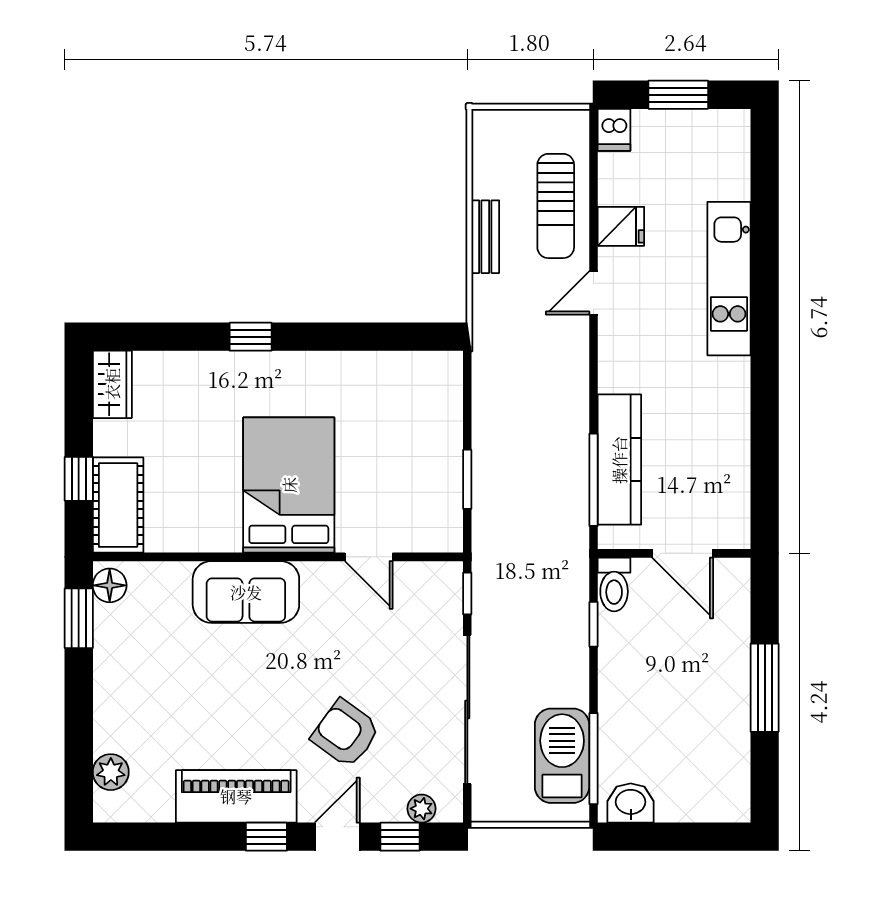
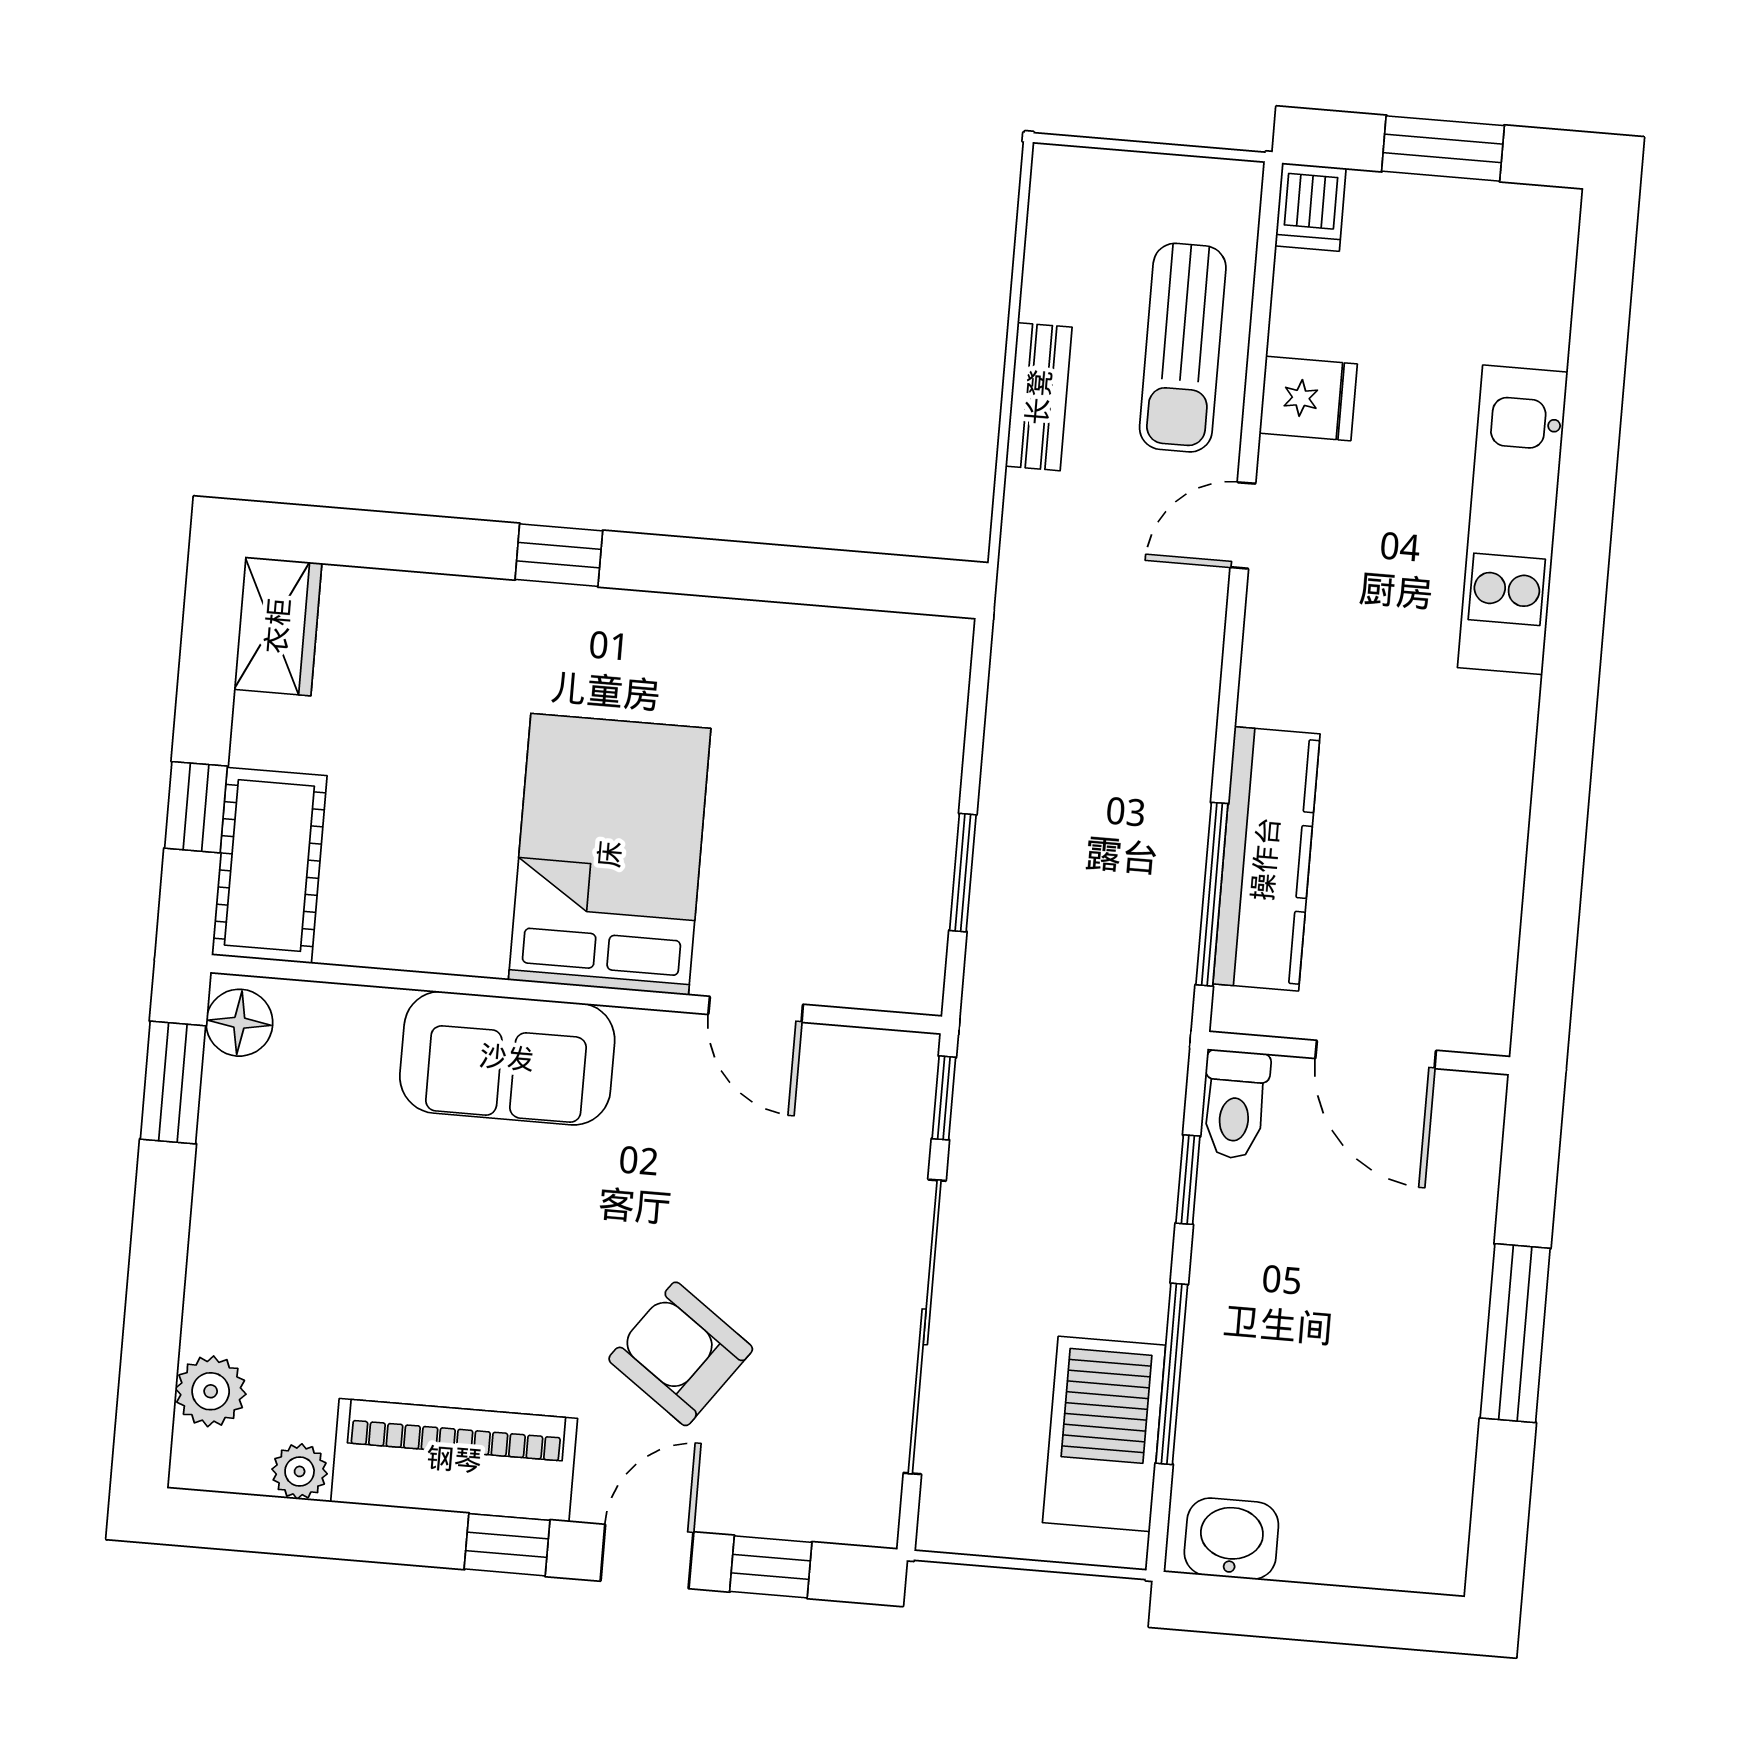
window: (593, 759) -> (1172, 1374), moved
plant: (422, 809) -> (300, 1471), moved

